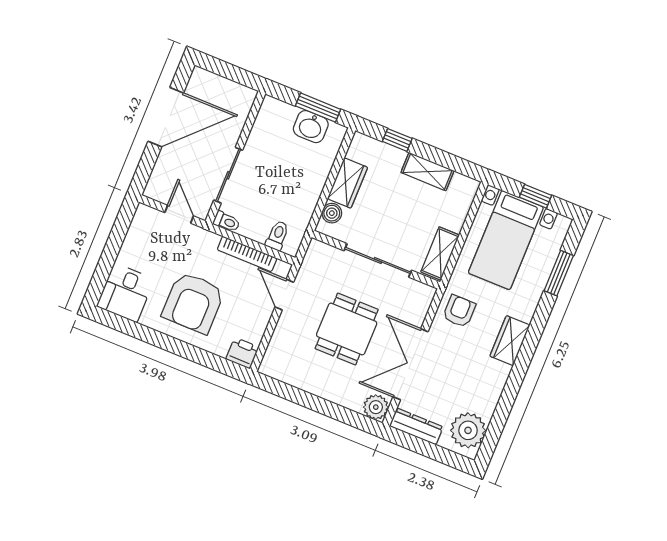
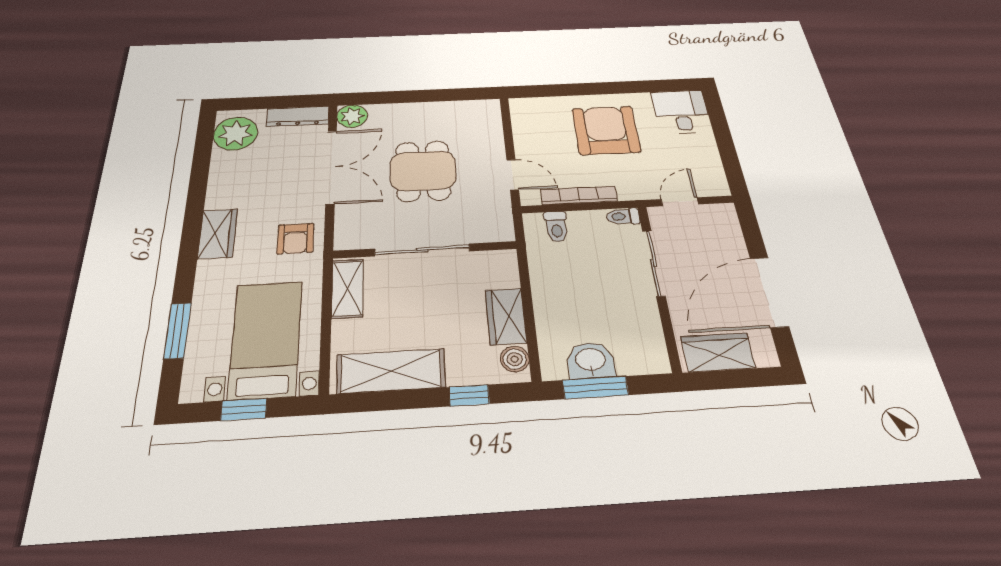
wardrobe: (228, 93) -> (718, 352), added
shelving: (428, 172) -> (391, 371), width x1.50, depth x1.33
boiler: (332, 213) -> (515, 359), moved
door: (179, 214) -> (680, 202), swing flipped
printer: (242, 353) -> (525, 108), removed

